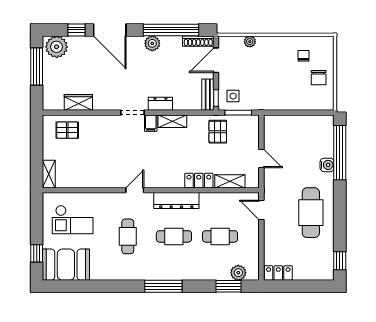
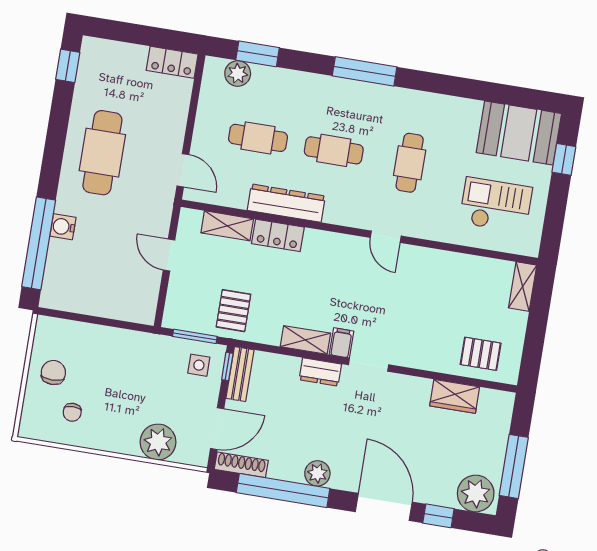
plant: (250, 42) -> (158, 442), width x1.88, depth x1.88
door: (135, 190) -> (386, 237), hinge flipped
dresser: (176, 201) -> (286, 203), moved

